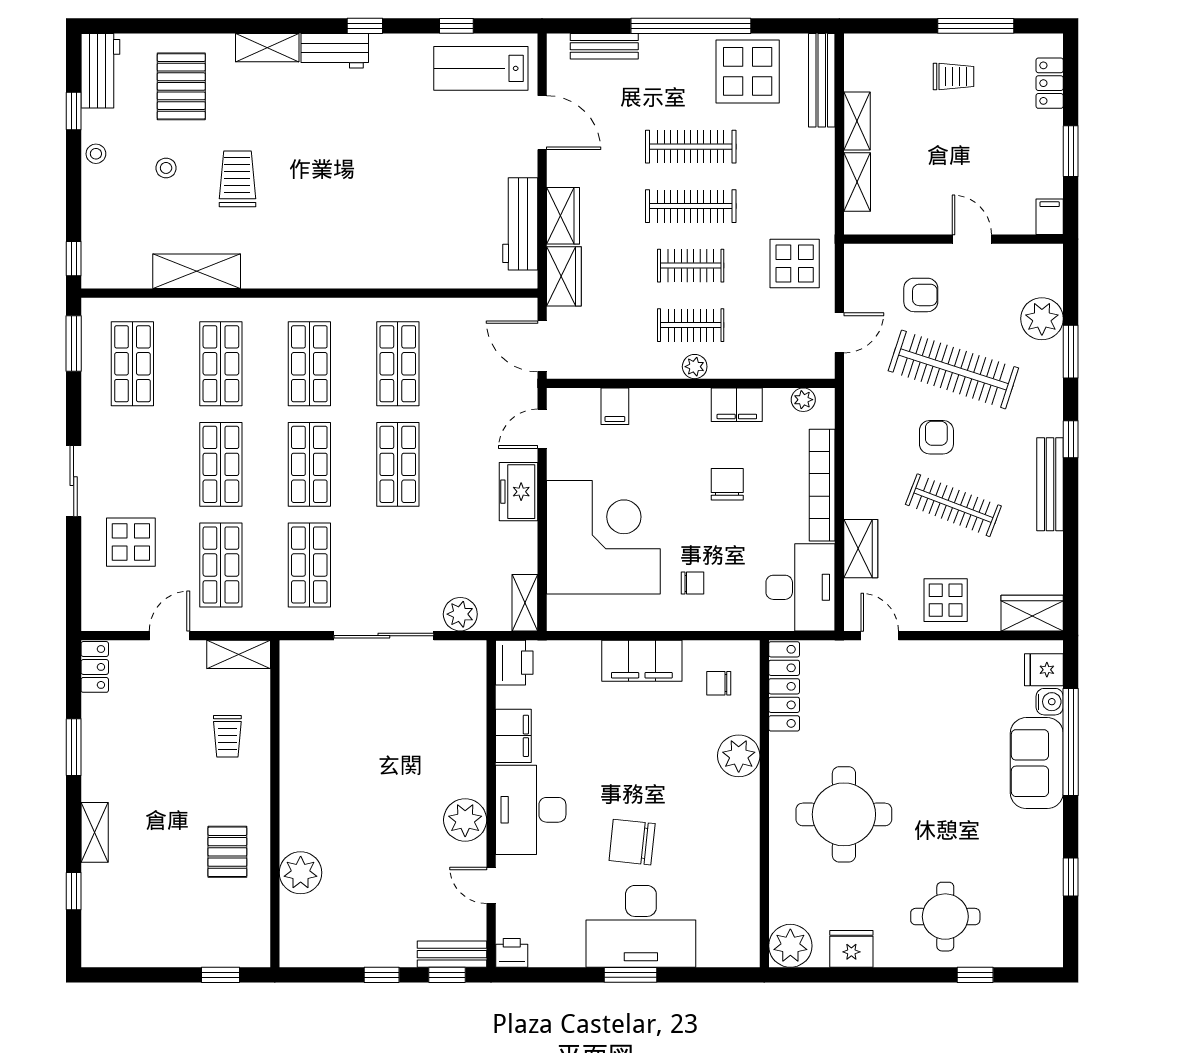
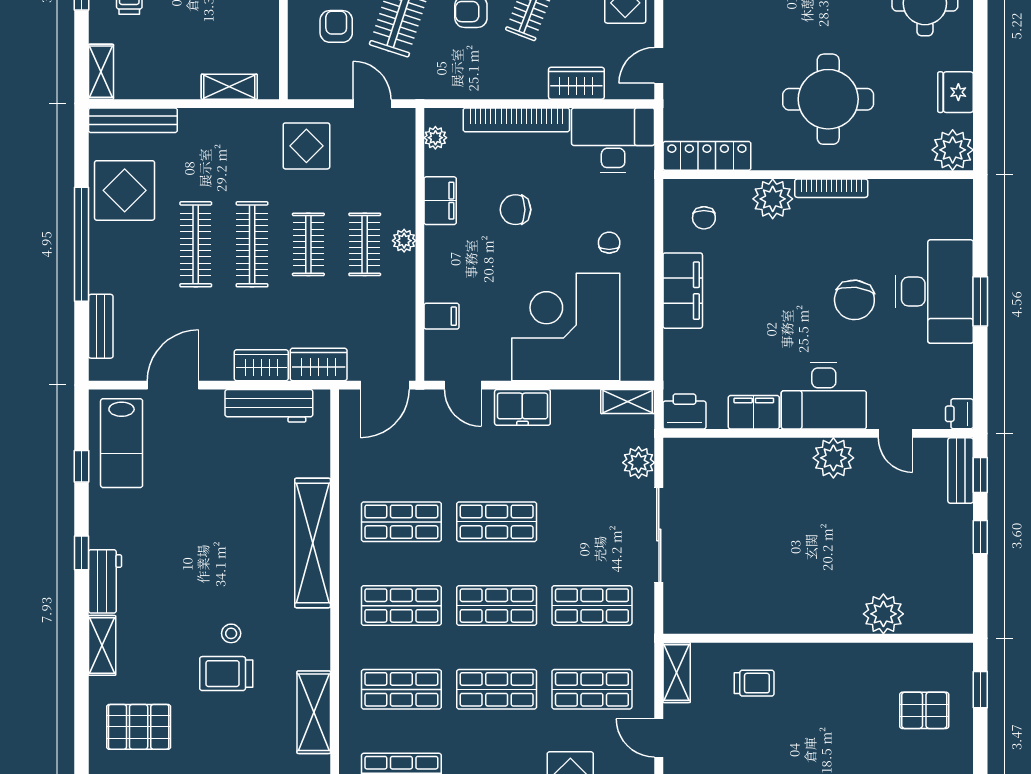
shelving: (857, 121) -> (101, 72), moved, turned 90
stool: (166, 168) -> (231, 633), moved
shelving: (375, 270) -> (313, 543), added
bookcase: (750, 818) -> (831, 188), added
pallet: (227, 852) -> (924, 710), moved
door: (491, 885) -> (895, 433), hinge flipped

